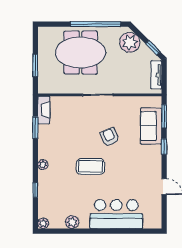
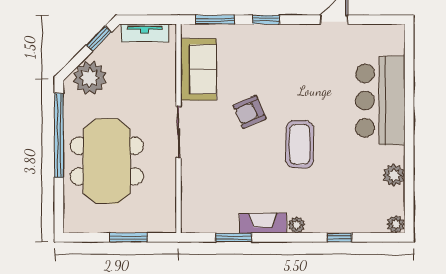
fireplace: (44, 110) -> (263, 223), moved
sofa: (151, 126) -> (198, 69), moved, turned -90

